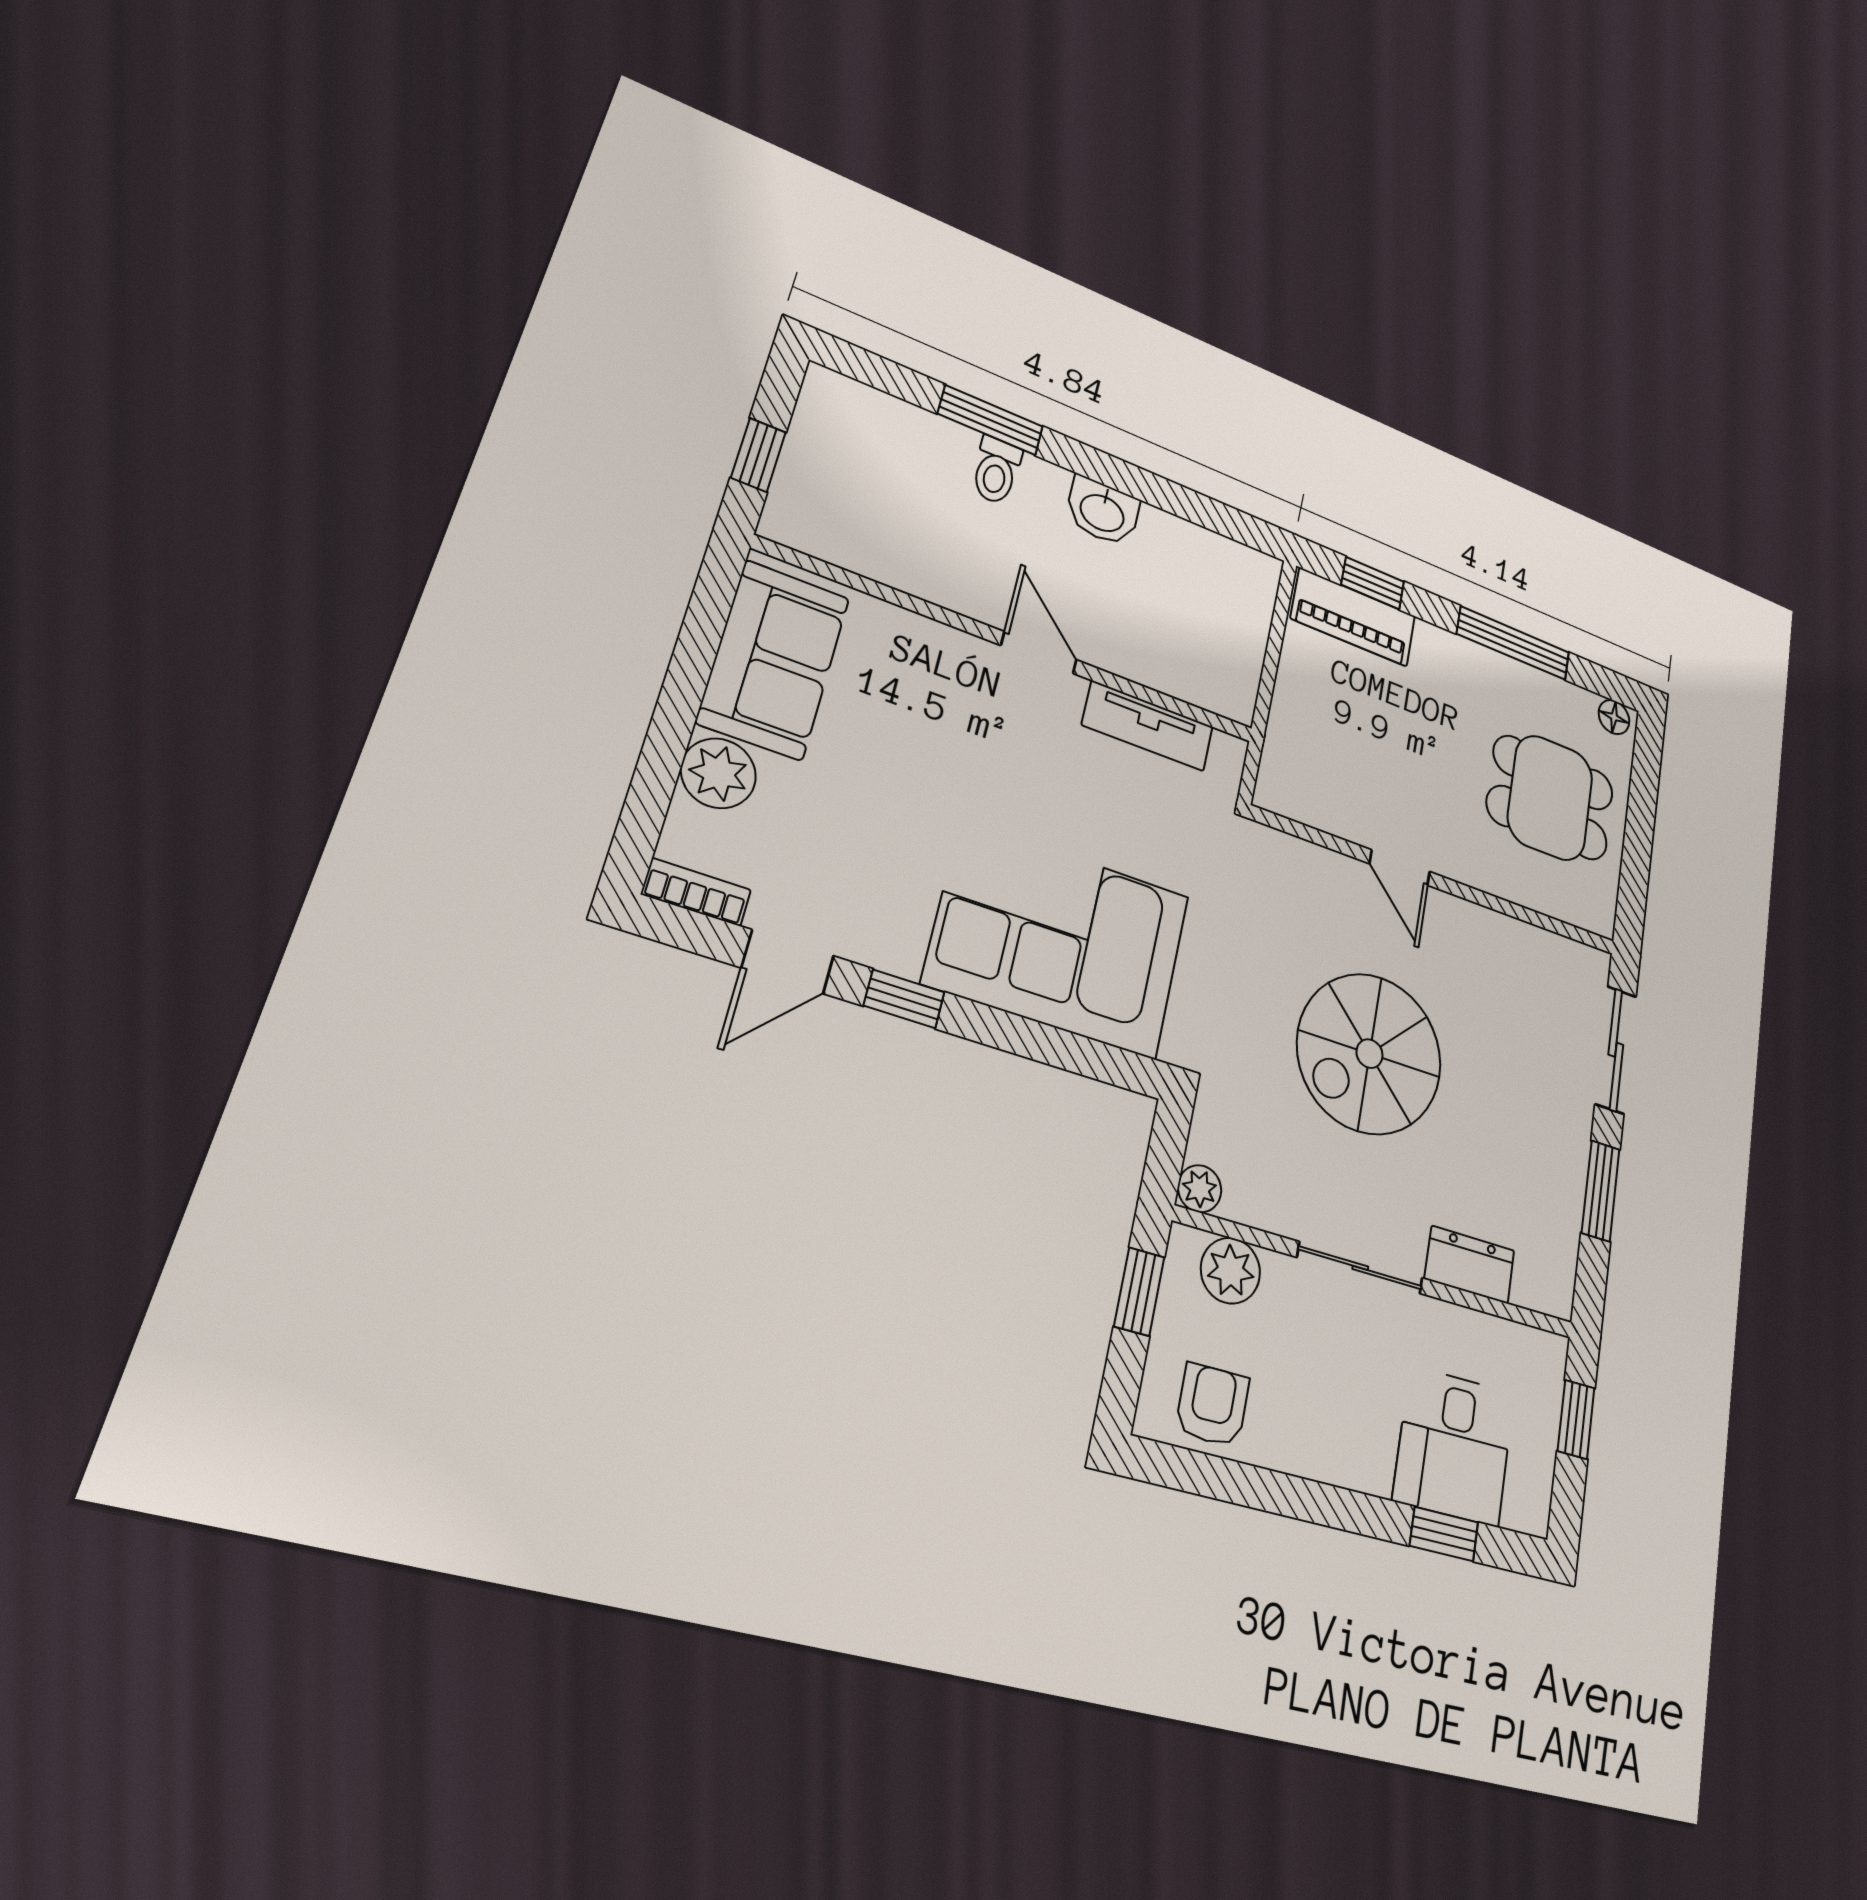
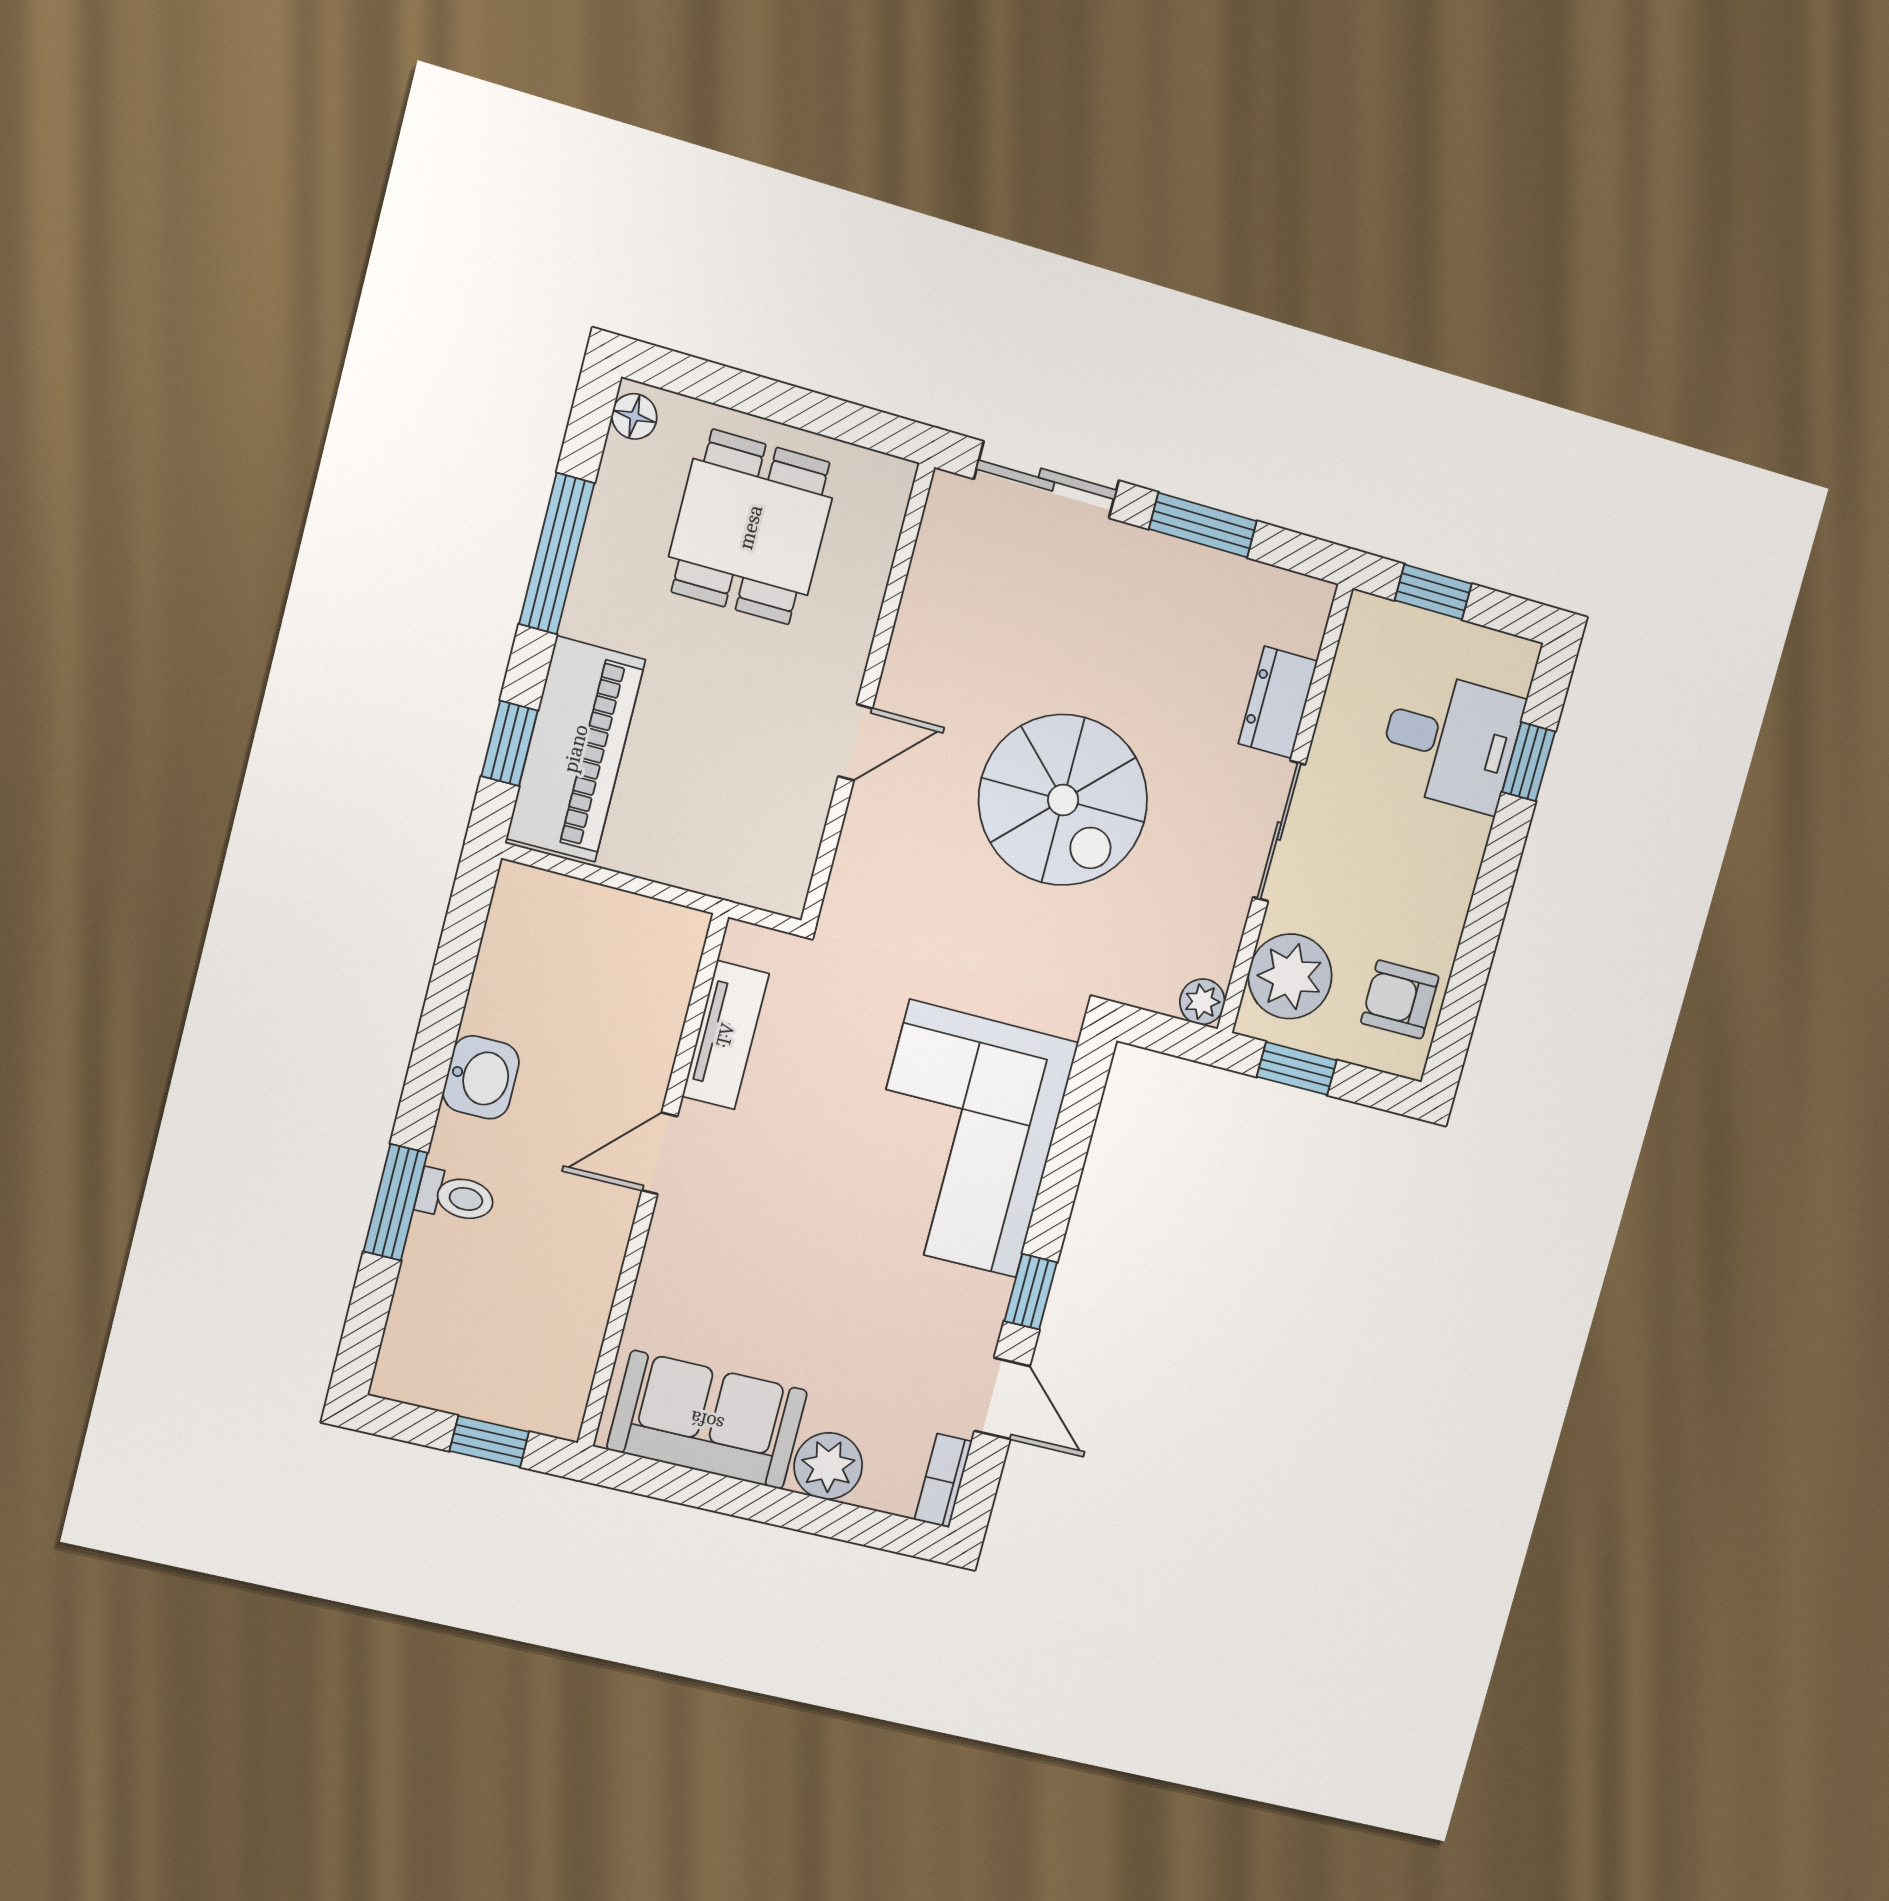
piano: (1353, 617) -> (576, 749), width x1.37, depth x1.33
plant: (1231, 1271) -> (1290, 976), width x1.36, depth x1.36

